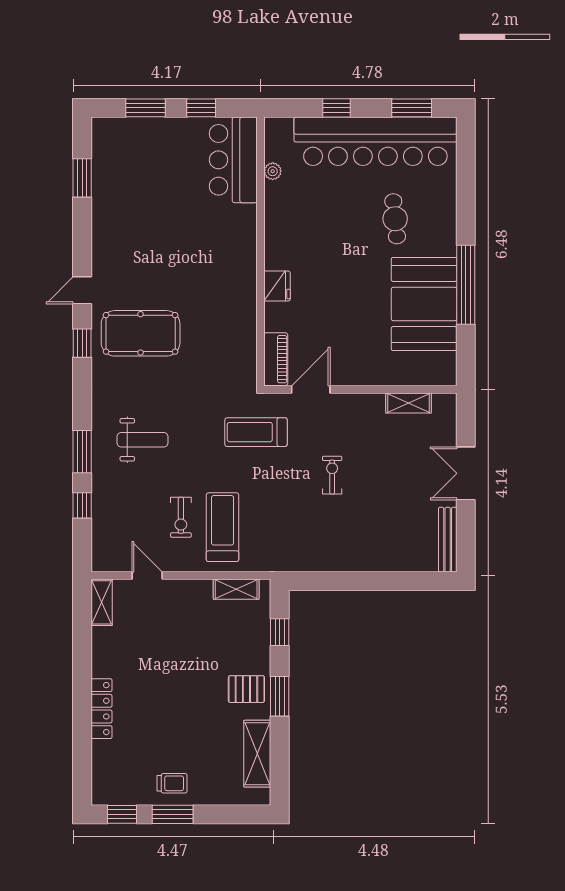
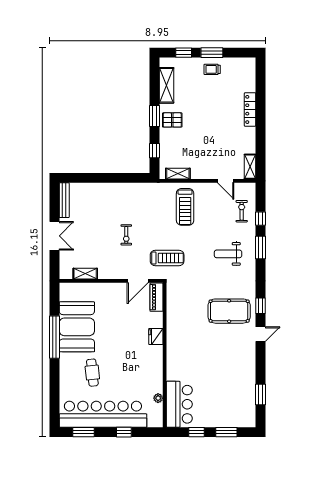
exercise bike: (181, 517) -> (242, 211), moved
window: (122, 814) -> (184, 53), moved

